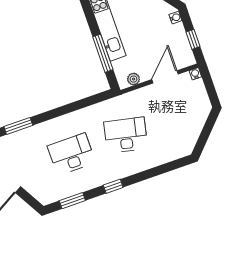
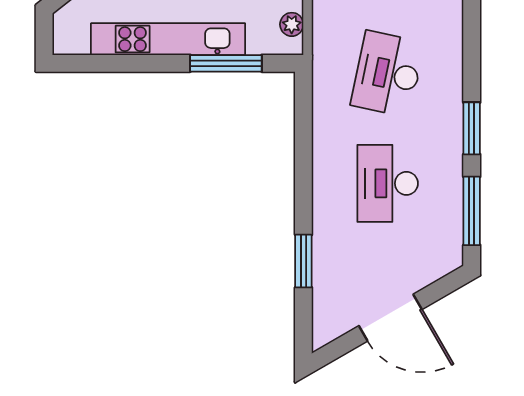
window: (113, 186) -> (472, 128), width x1.50
window: (72, 201) -> (472, 211), width x1.44

